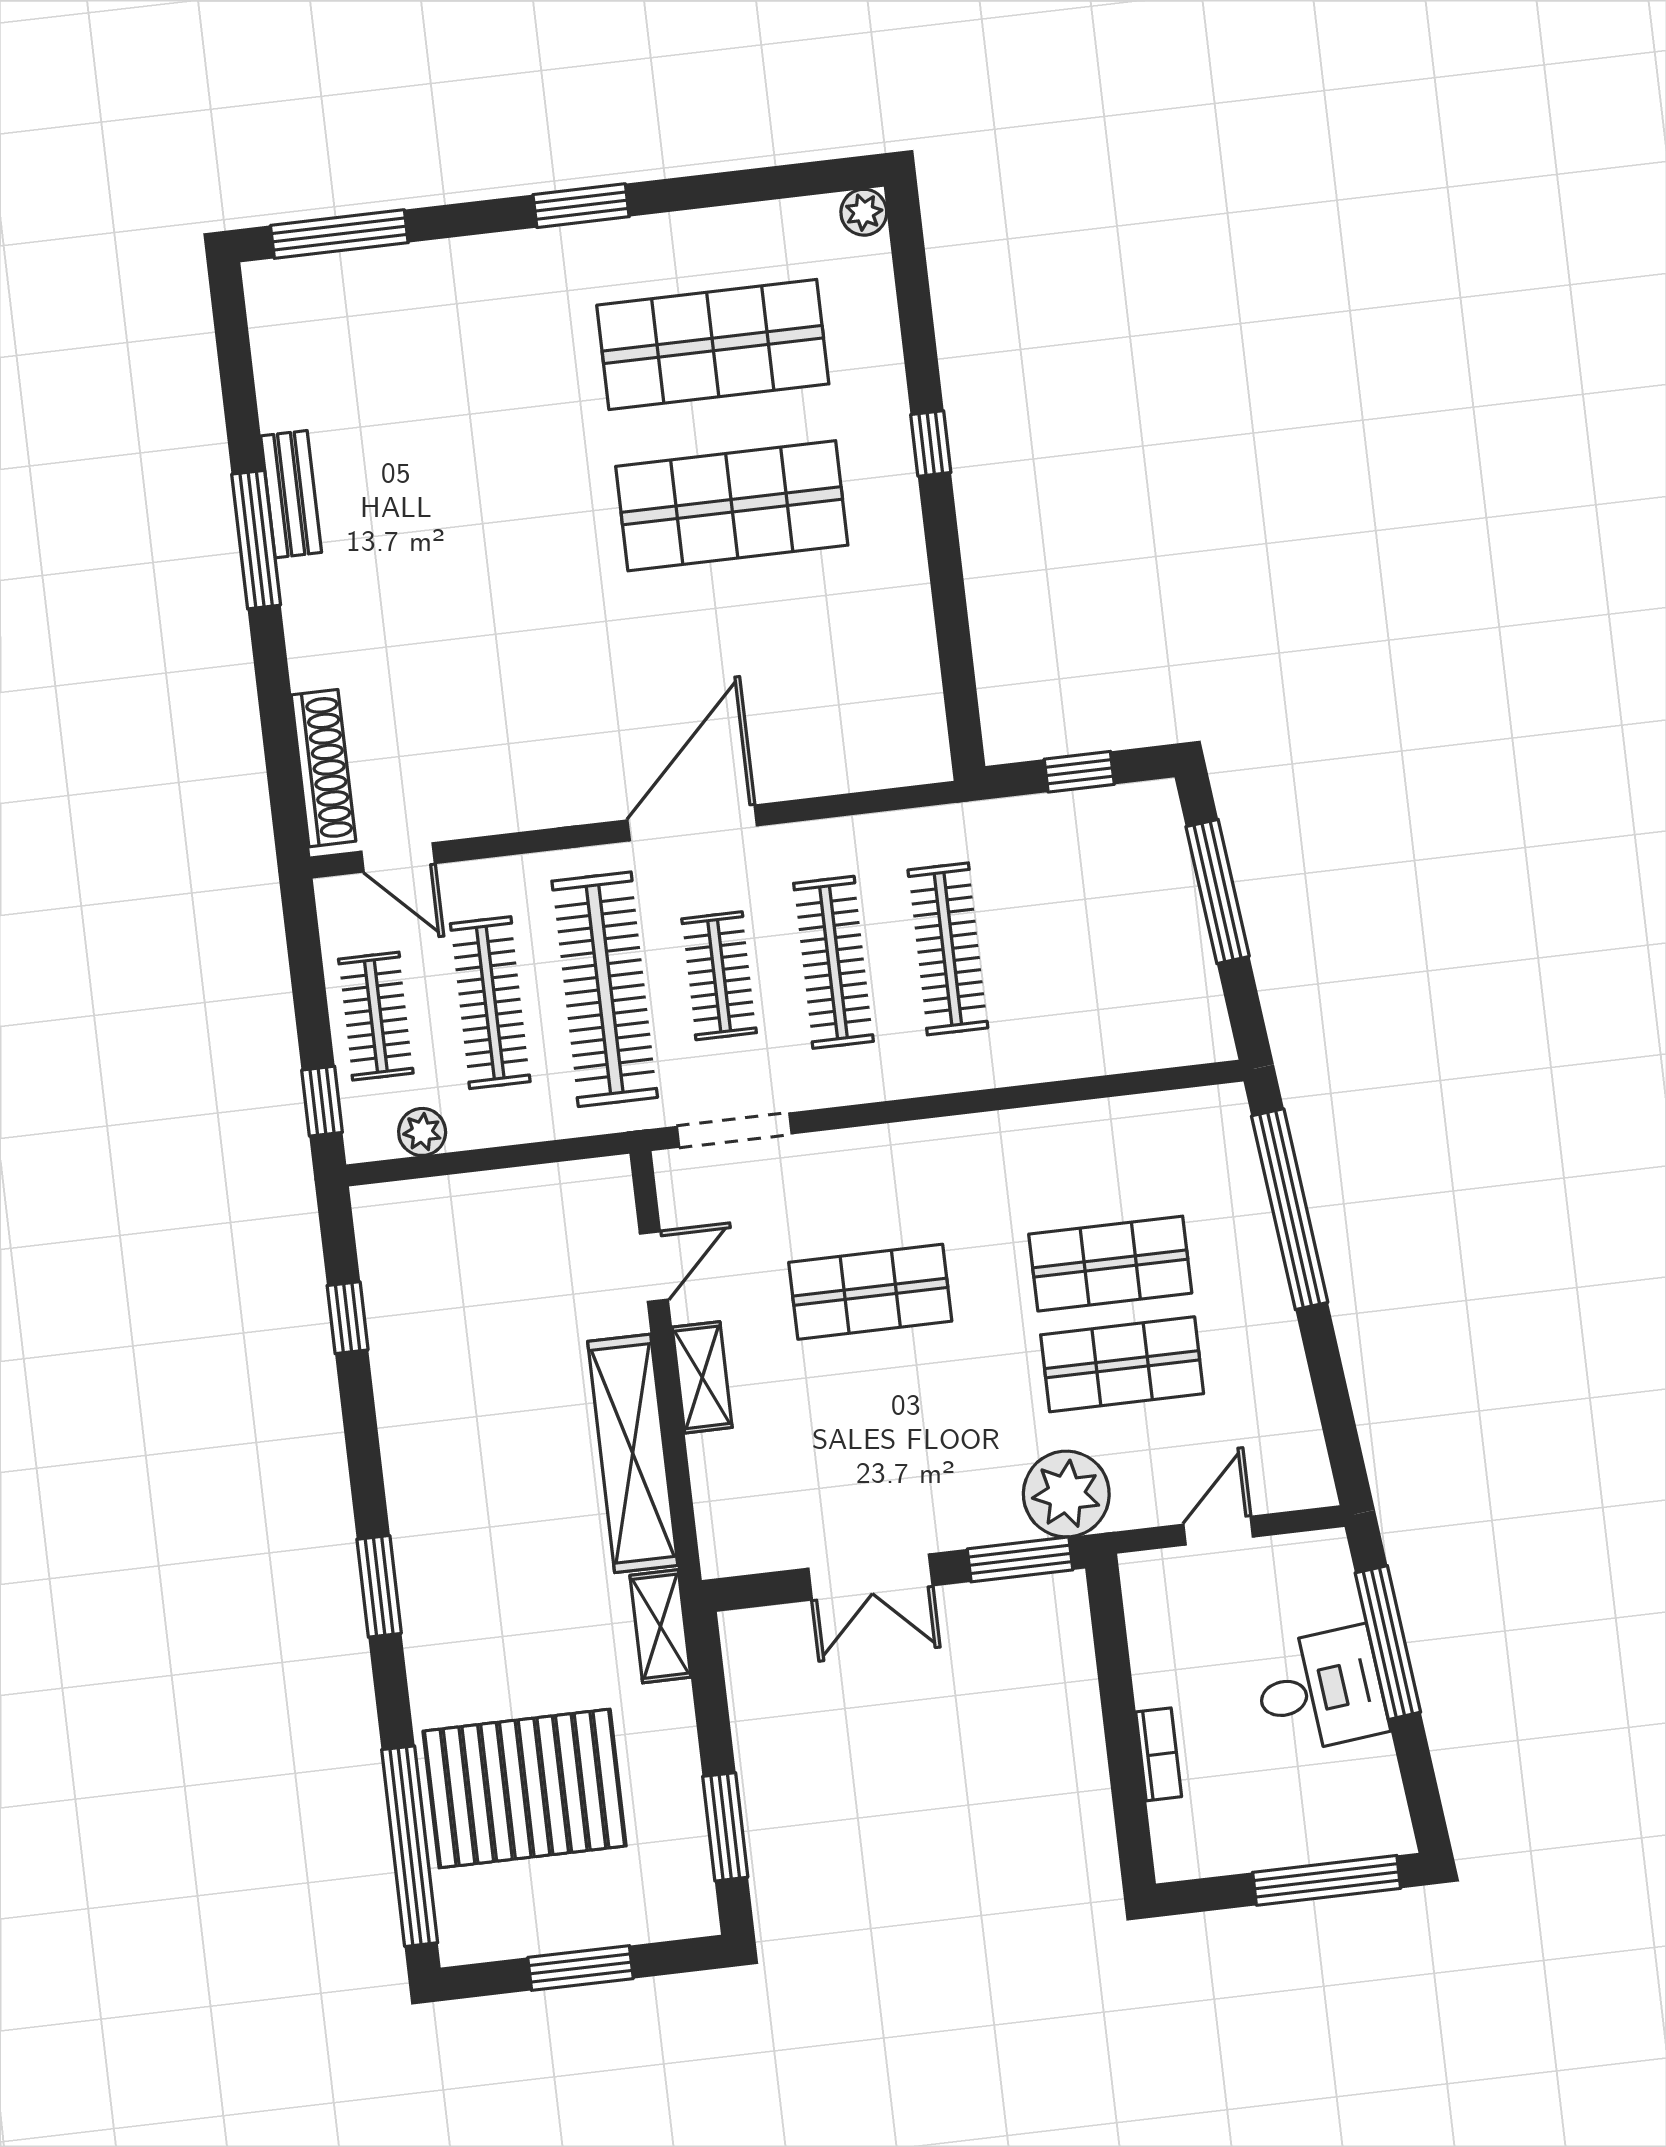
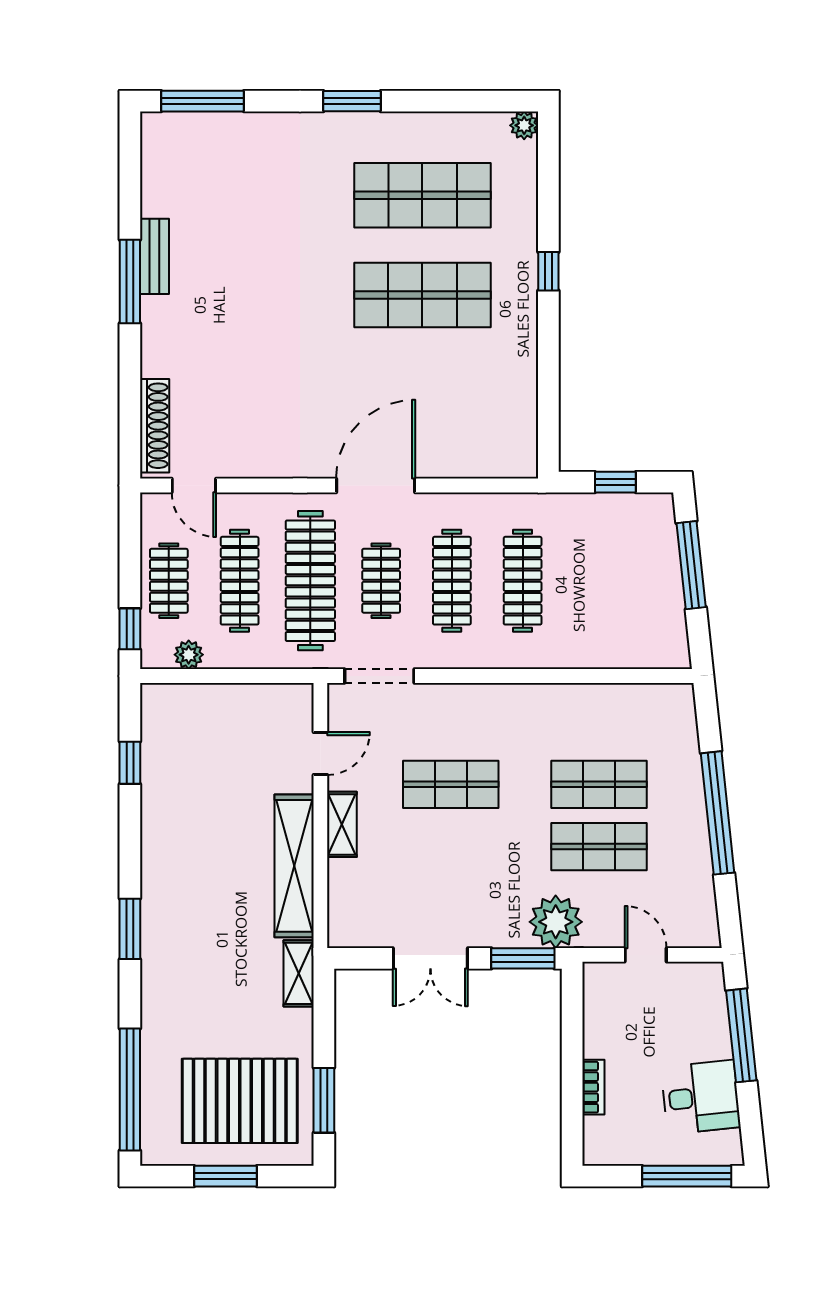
window: (1290, 1209) -> (718, 813), moved
door: (1218, 1531) -> (646, 955), hinge flipped
desk: (1320, 1690) -> (701, 1097), moved
pallet: (525, 1788) -> (240, 1101), moved

